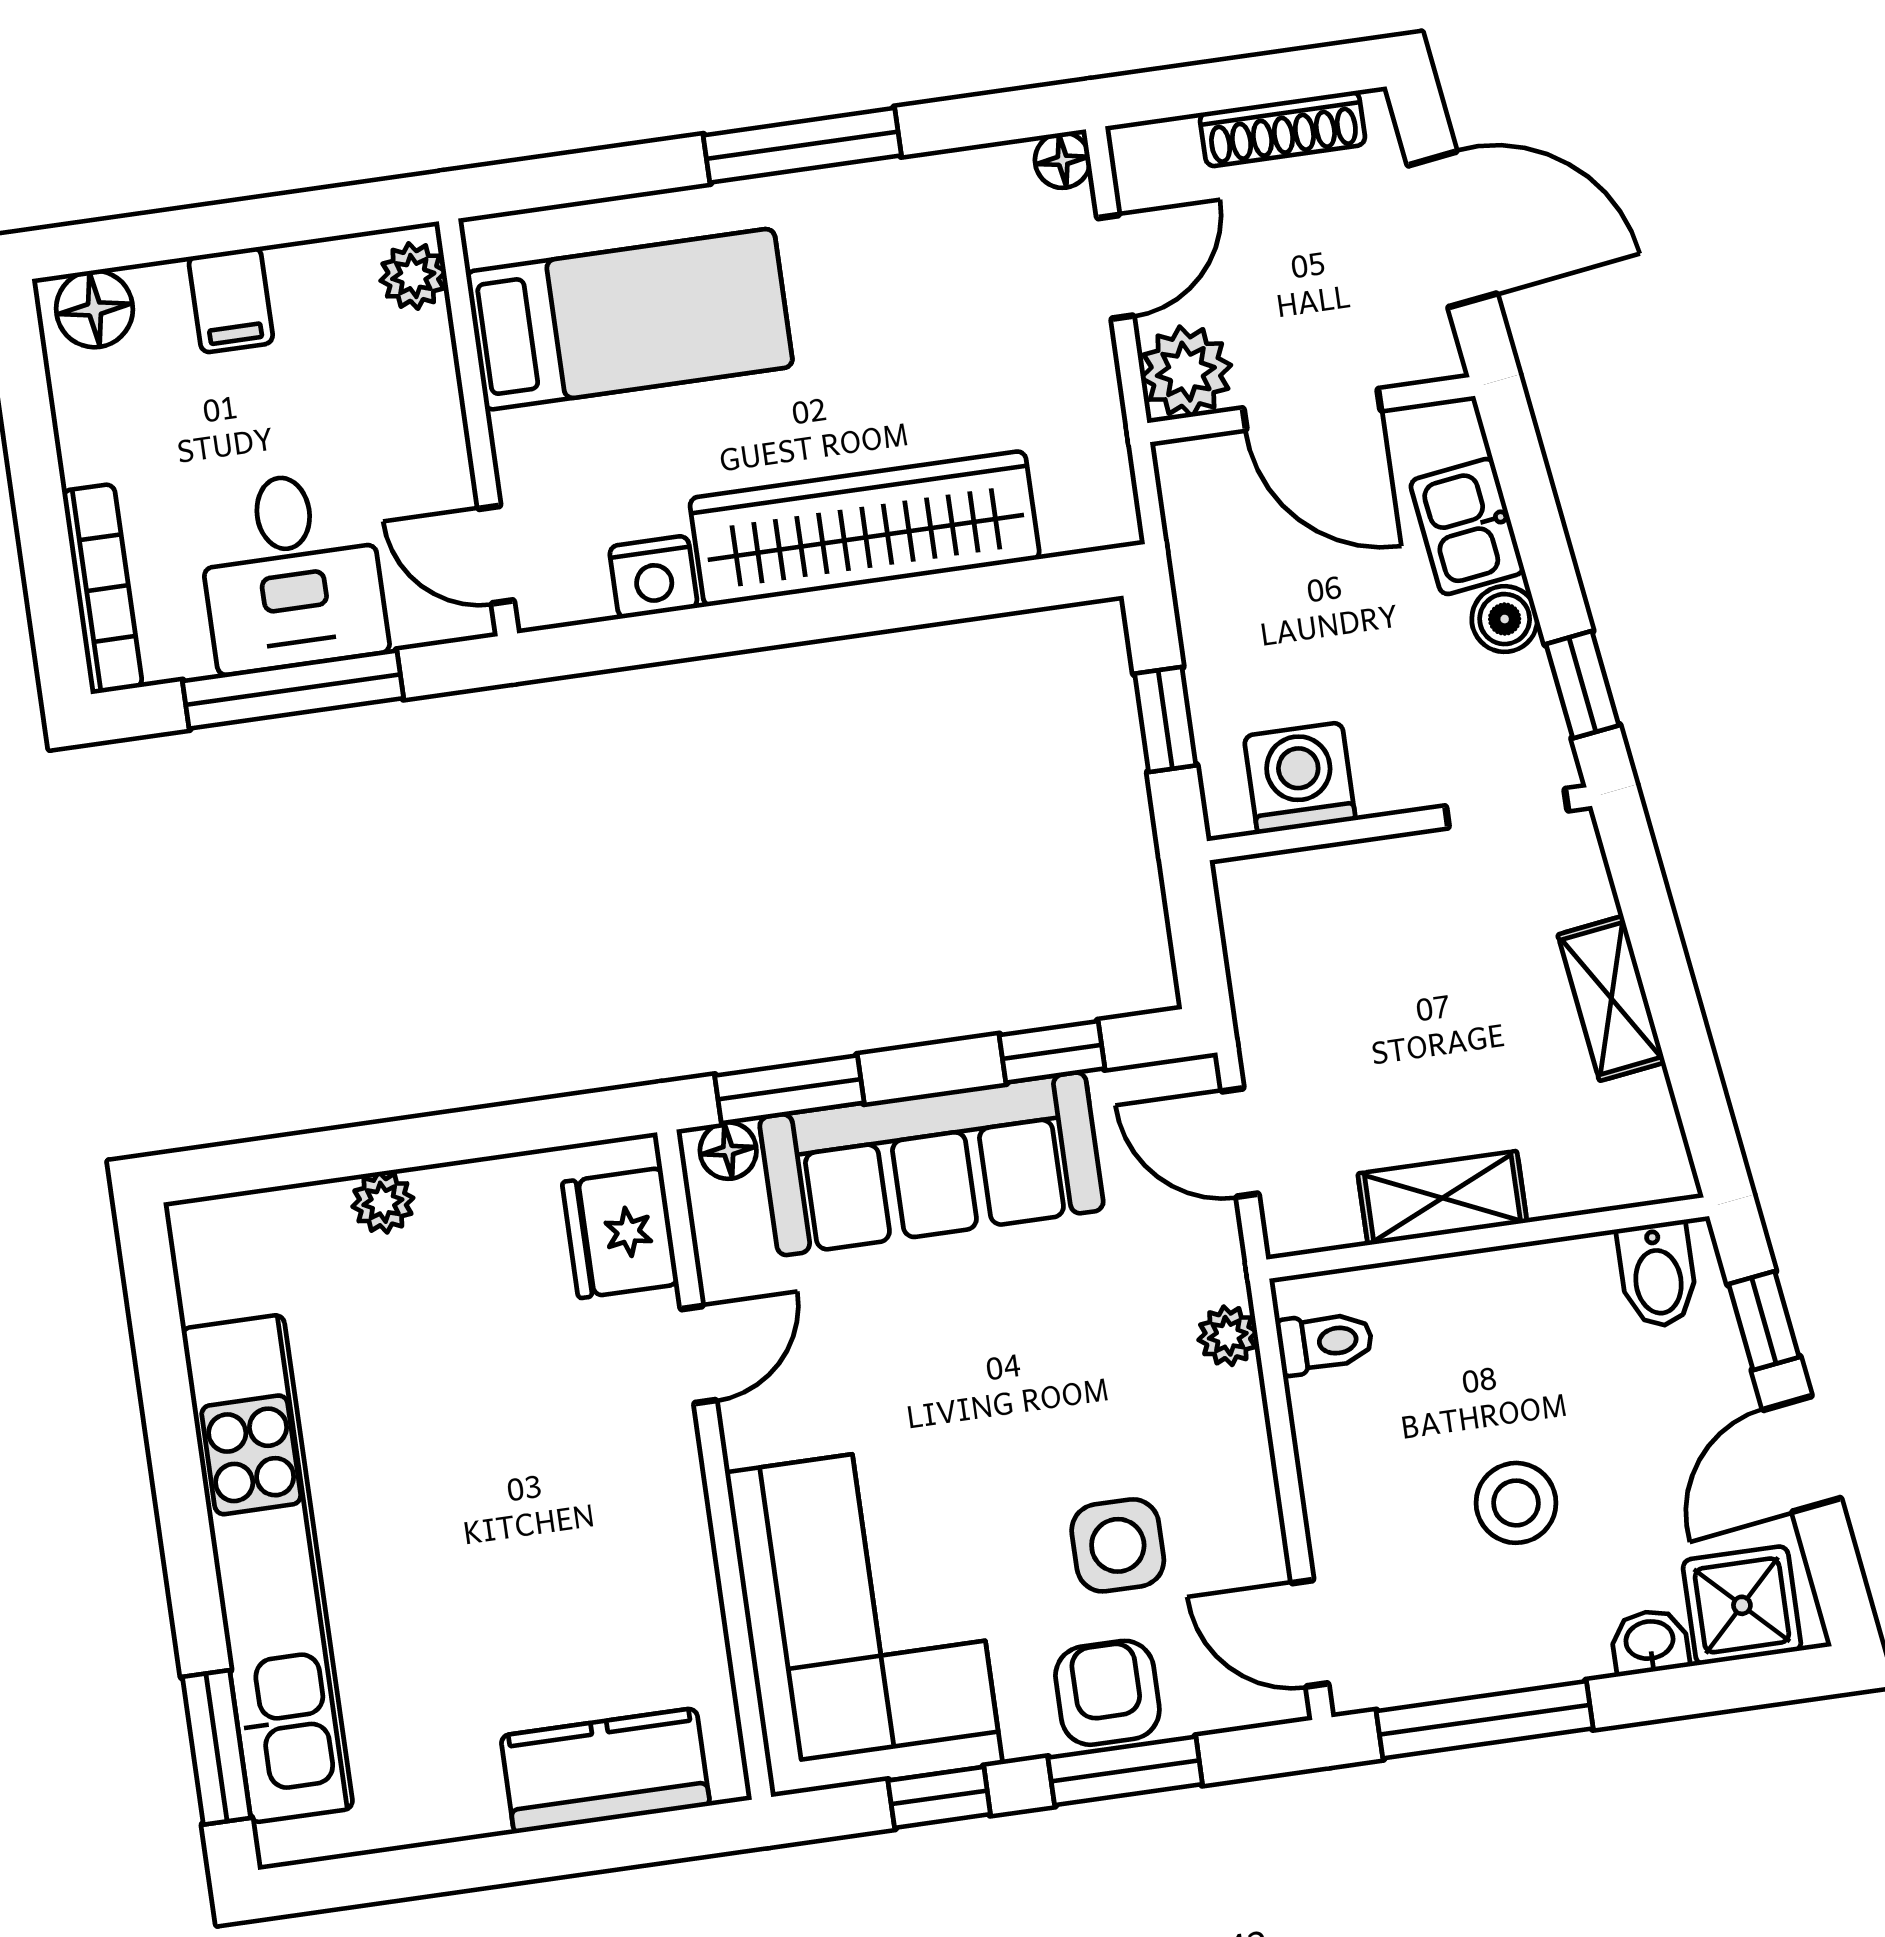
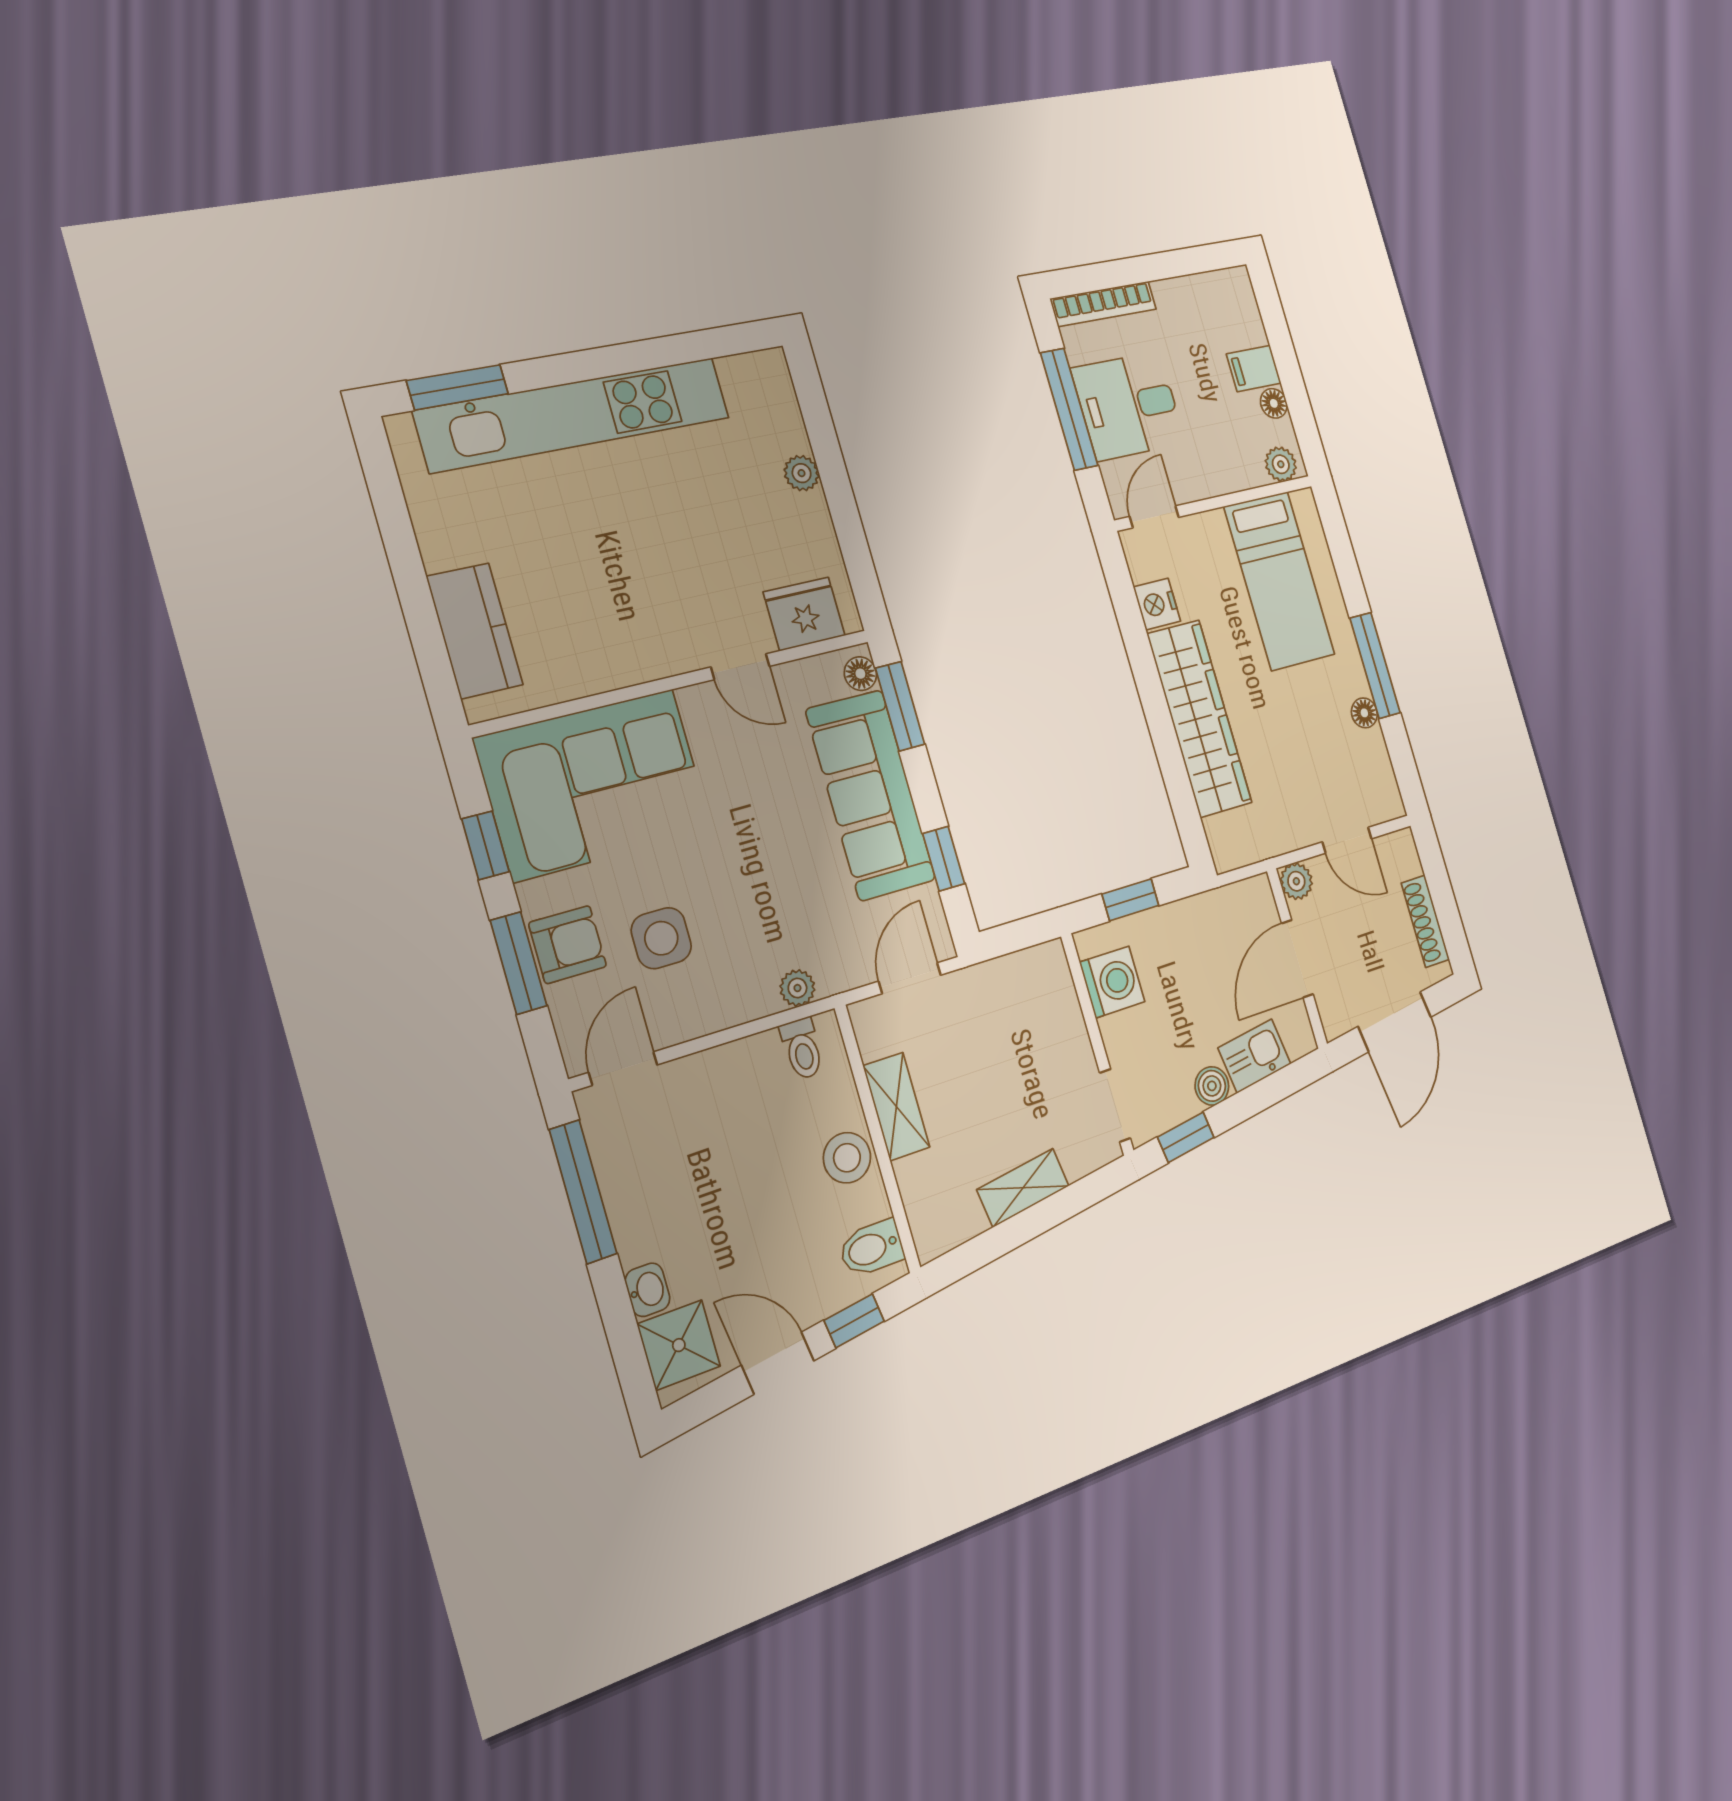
floor lamp: (1063, 160) -> (1364, 713), moved
floor lamp: (94, 309) -> (1274, 403), moved, width x0.73, depth x0.73
plant: (1186, 372) -> (1296, 881), width x0.73, depth x0.73
stool: (1516, 1503) -> (847, 1158), moved

